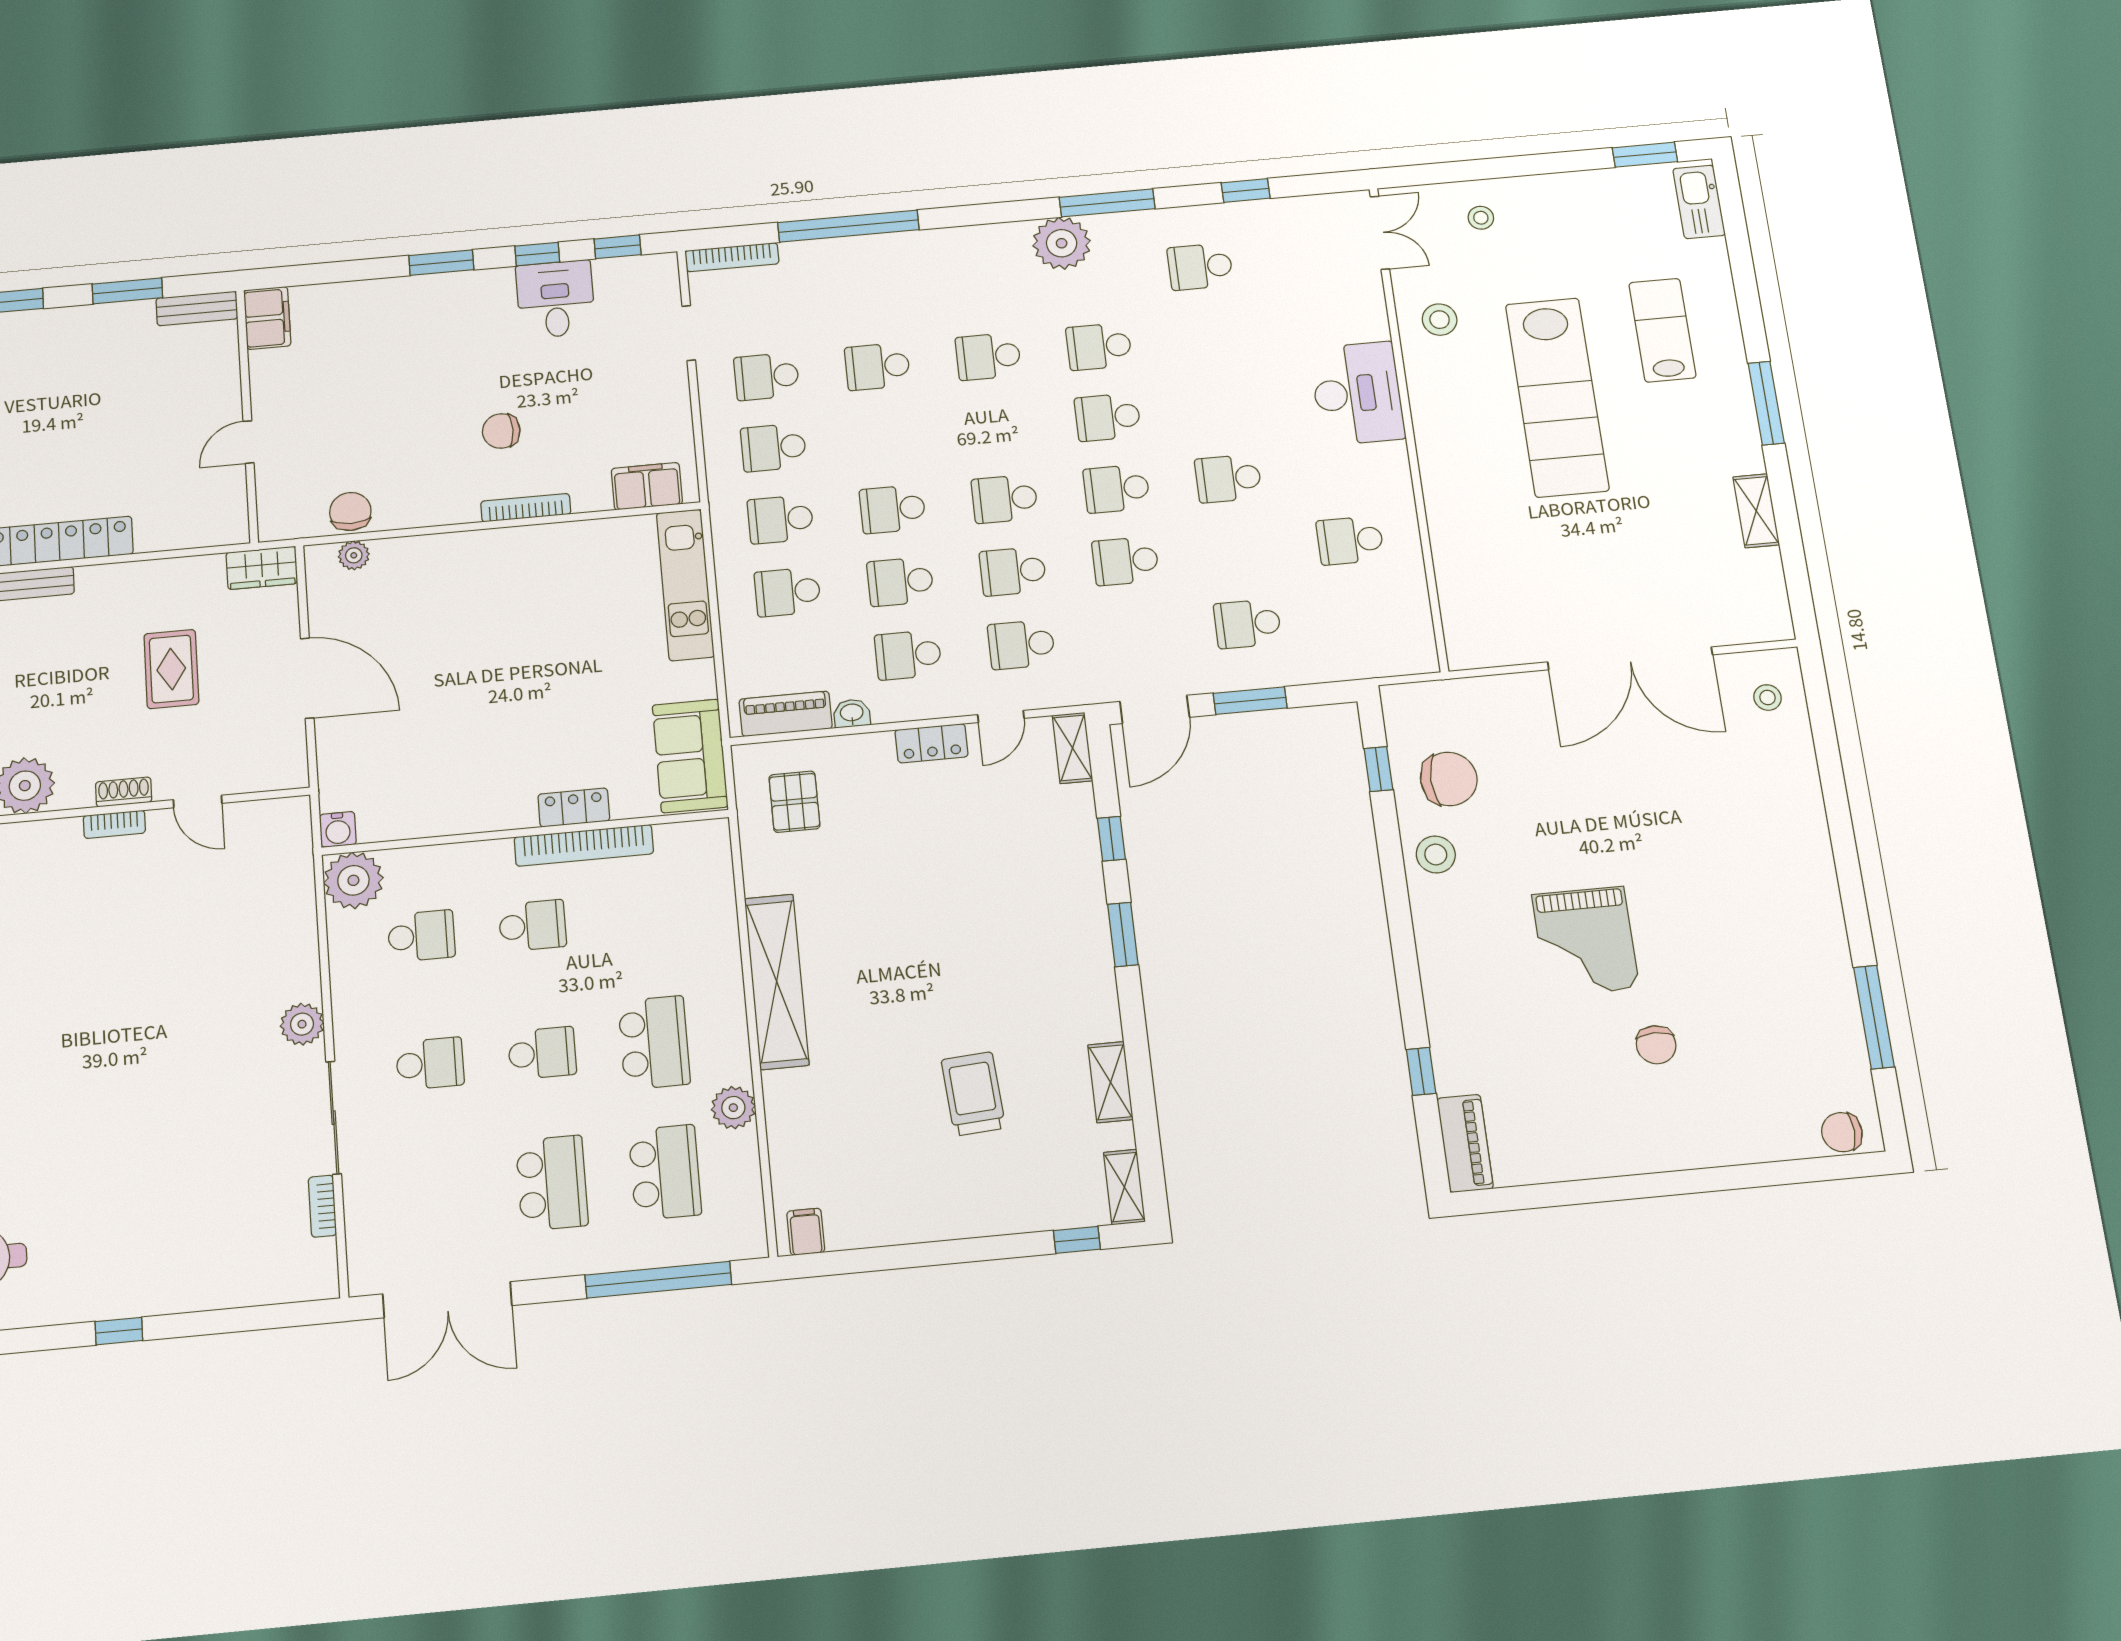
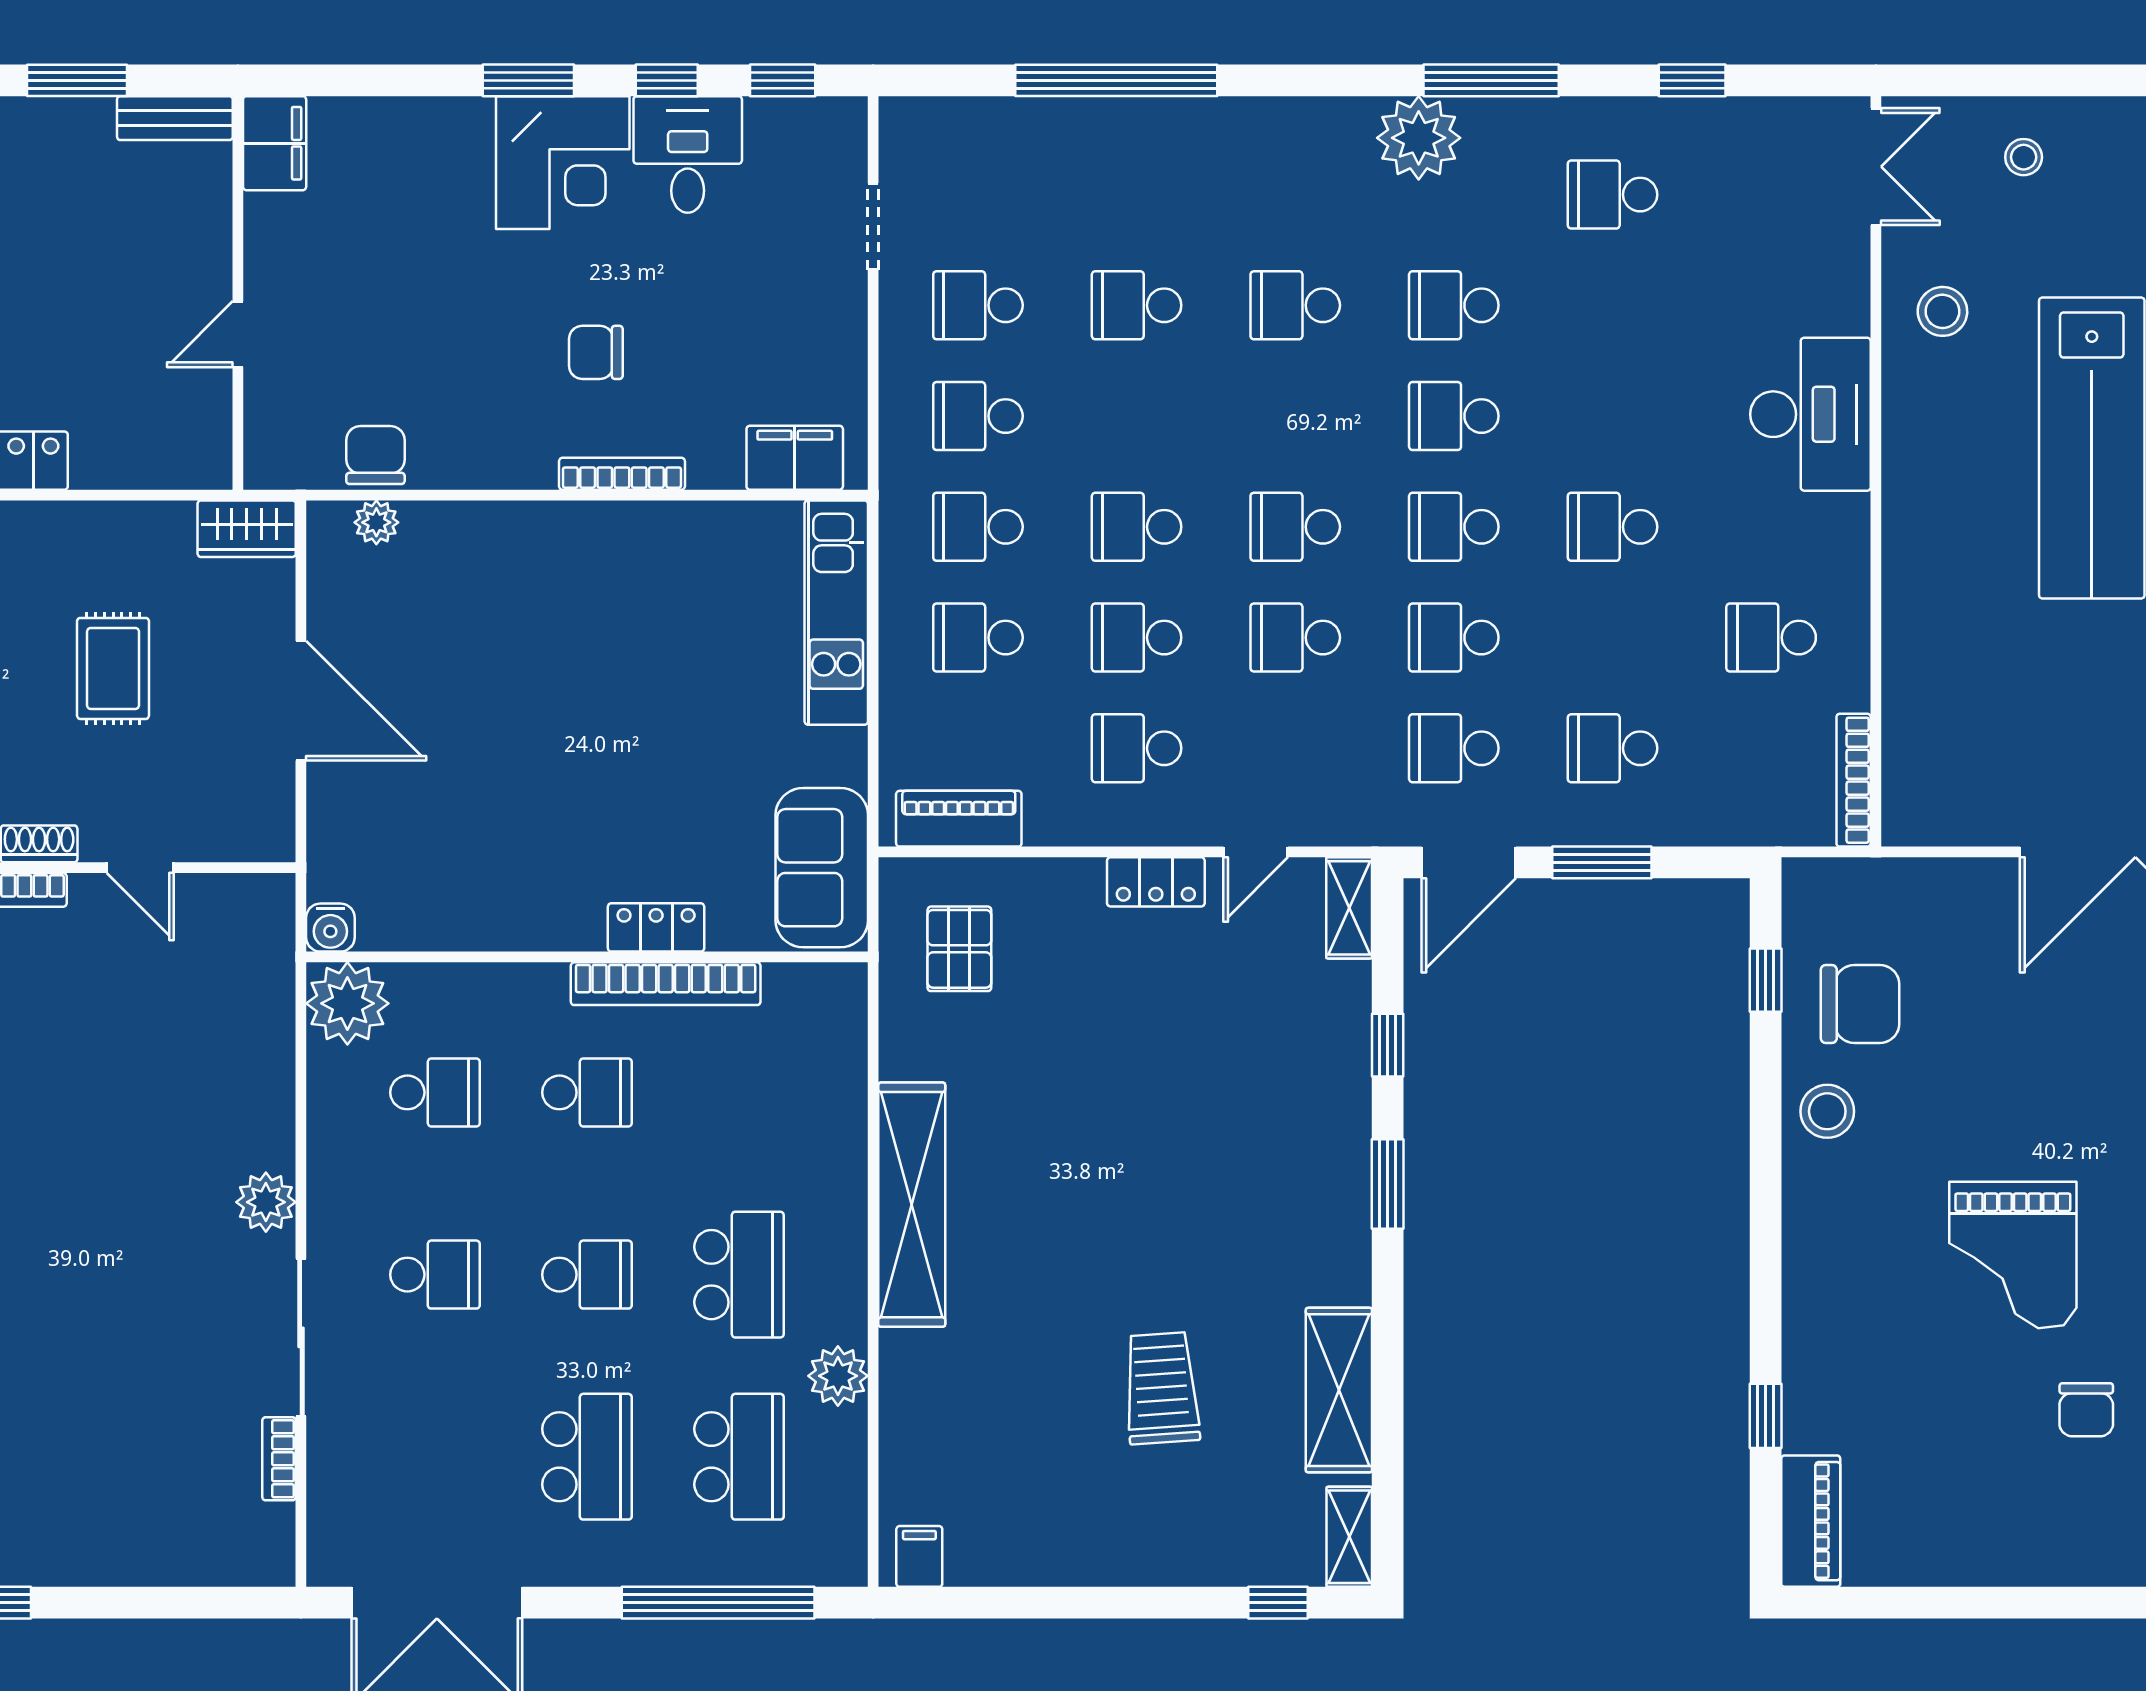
bookcase: (732, 257) -> (1854, 780), moved, turned 90
corner desk: (469, 312) -> (563, 163), added
school desk: (1021, 645) -> (1454, 748), moved
washbasin: (852, 713) -> (1050, 827), removed
shelving: (1110, 1082) -> (1339, 1390), width x1.50, depth x1.33

